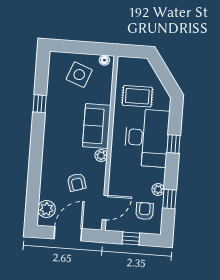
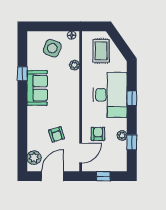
rug: (137, 96) -> (101, 51), moved, turned 90
sofa: (97, 126) -> (37, 88), moved, turned 180
plant: (101, 156) -> (75, 65), moved
armchair: (145, 211) -> (98, 134), moved

